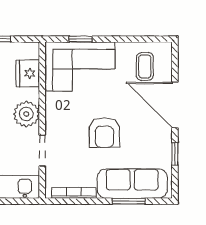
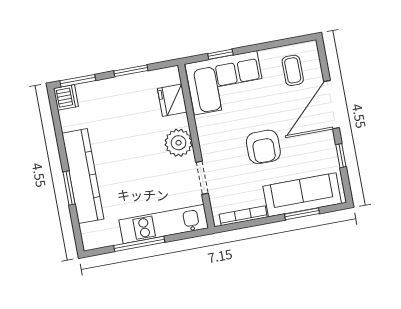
door: (175, 105) -> (331, 105), hinge flipped

